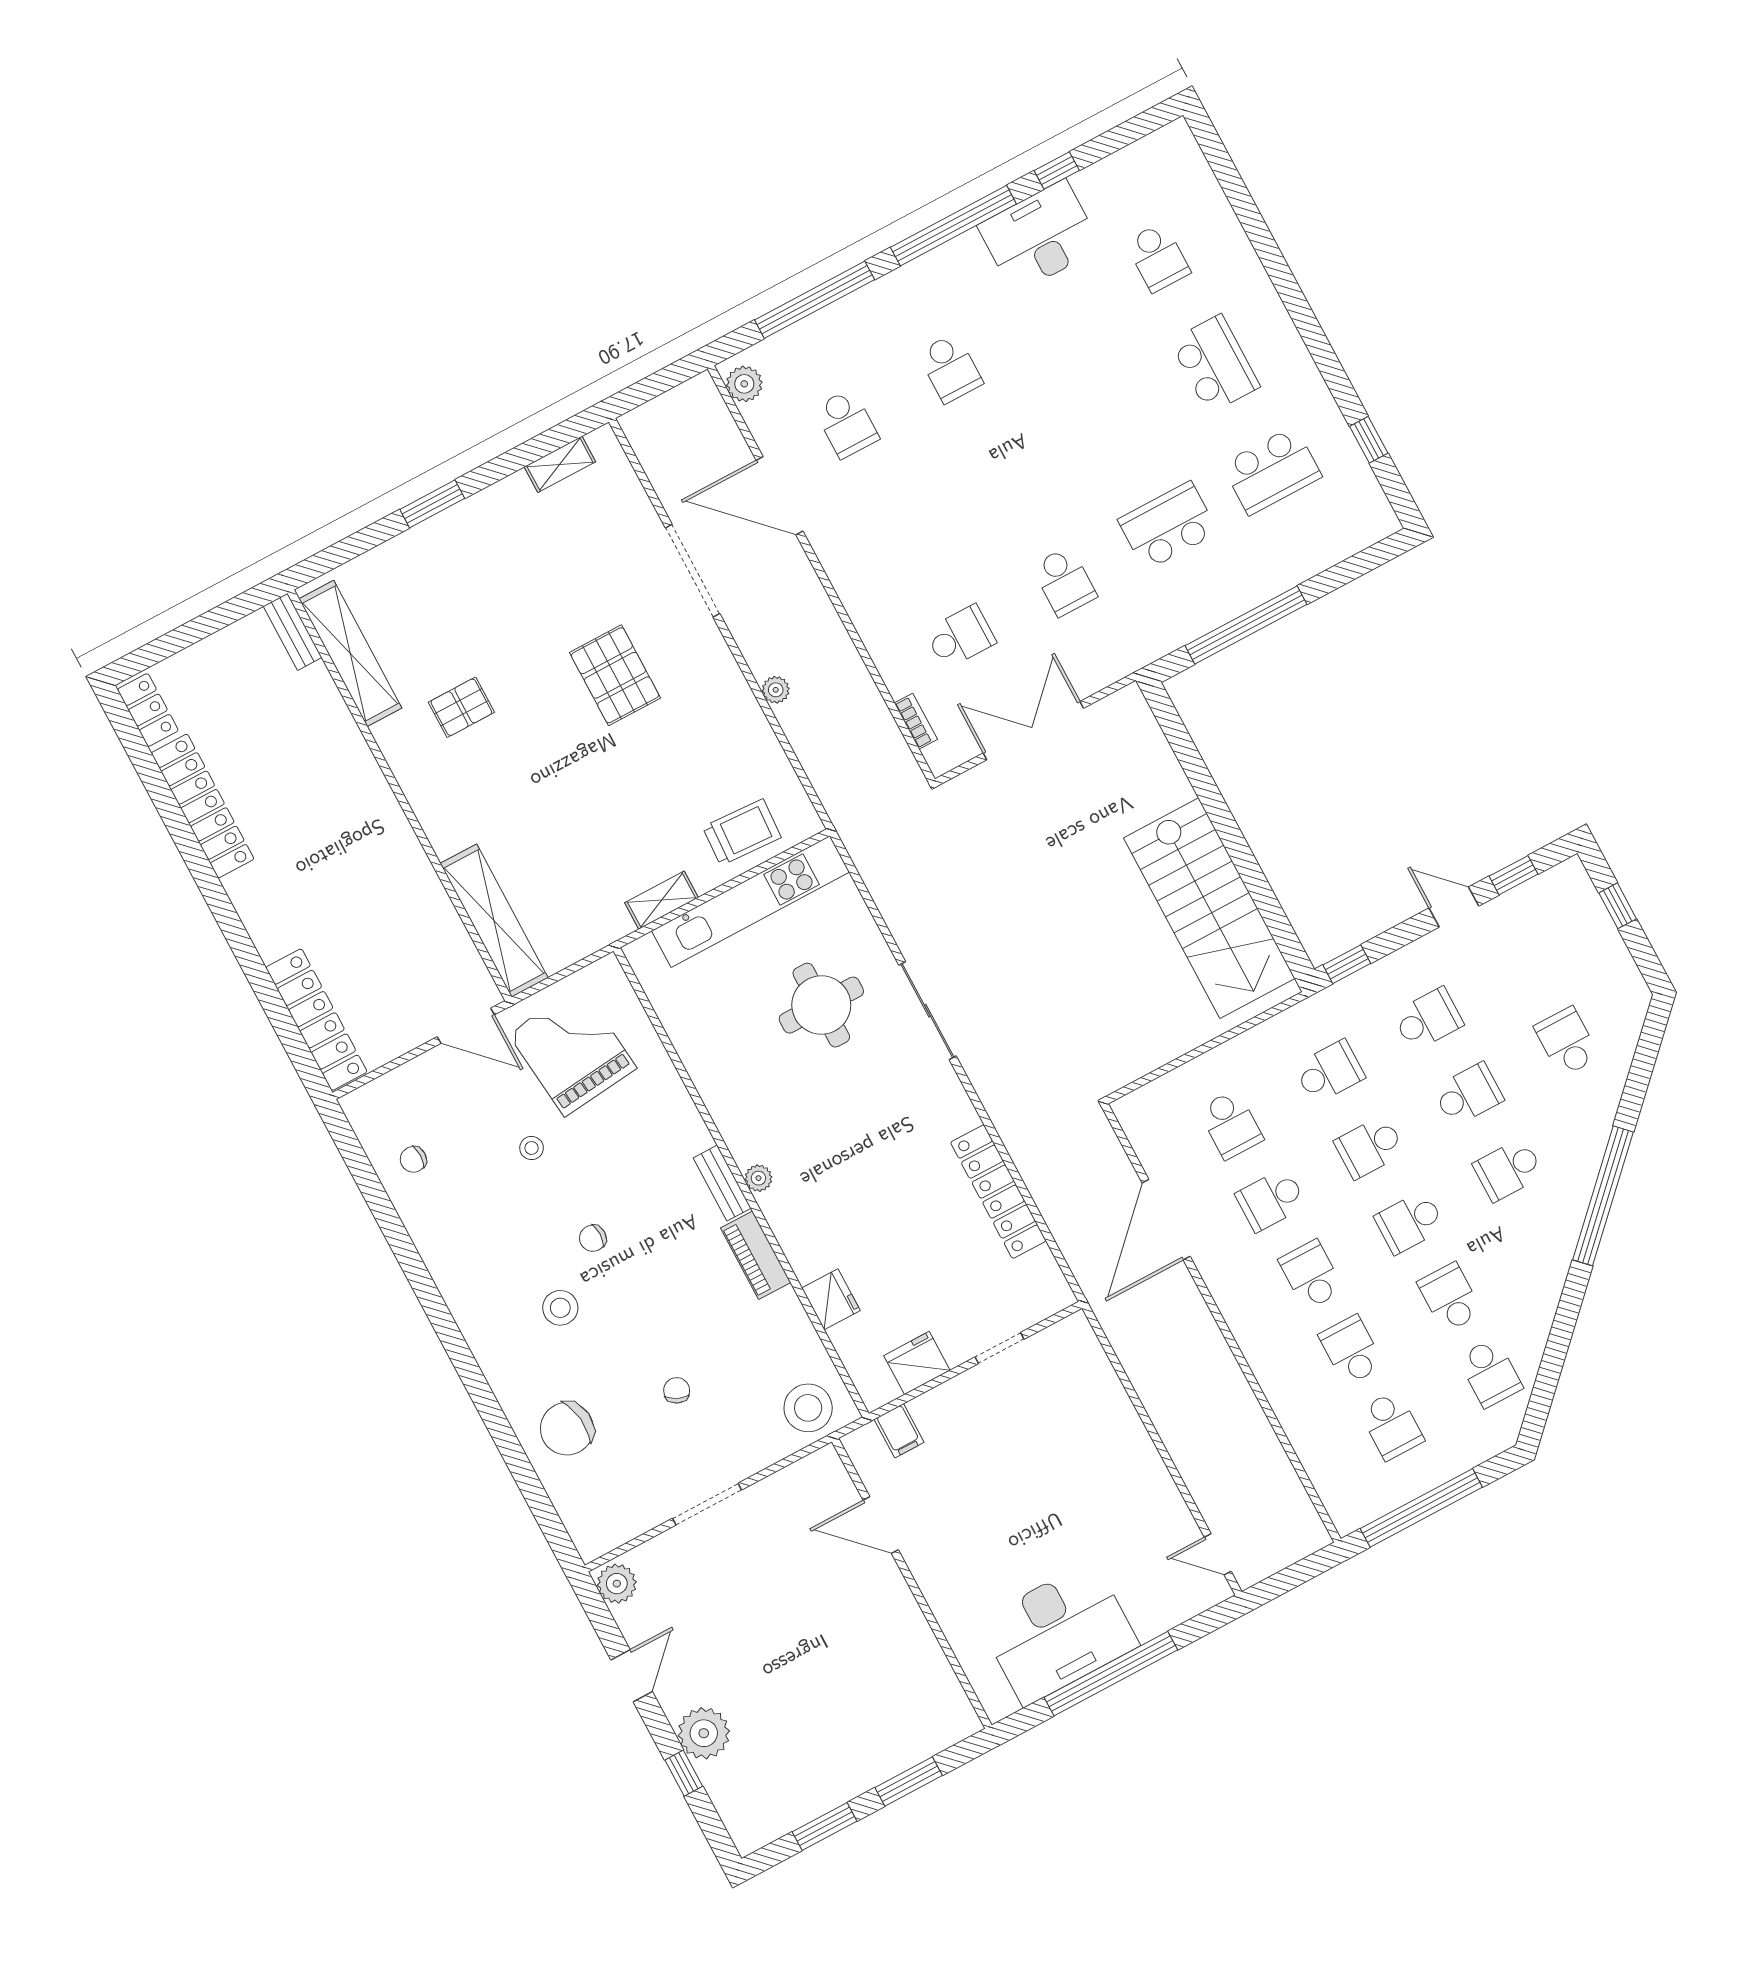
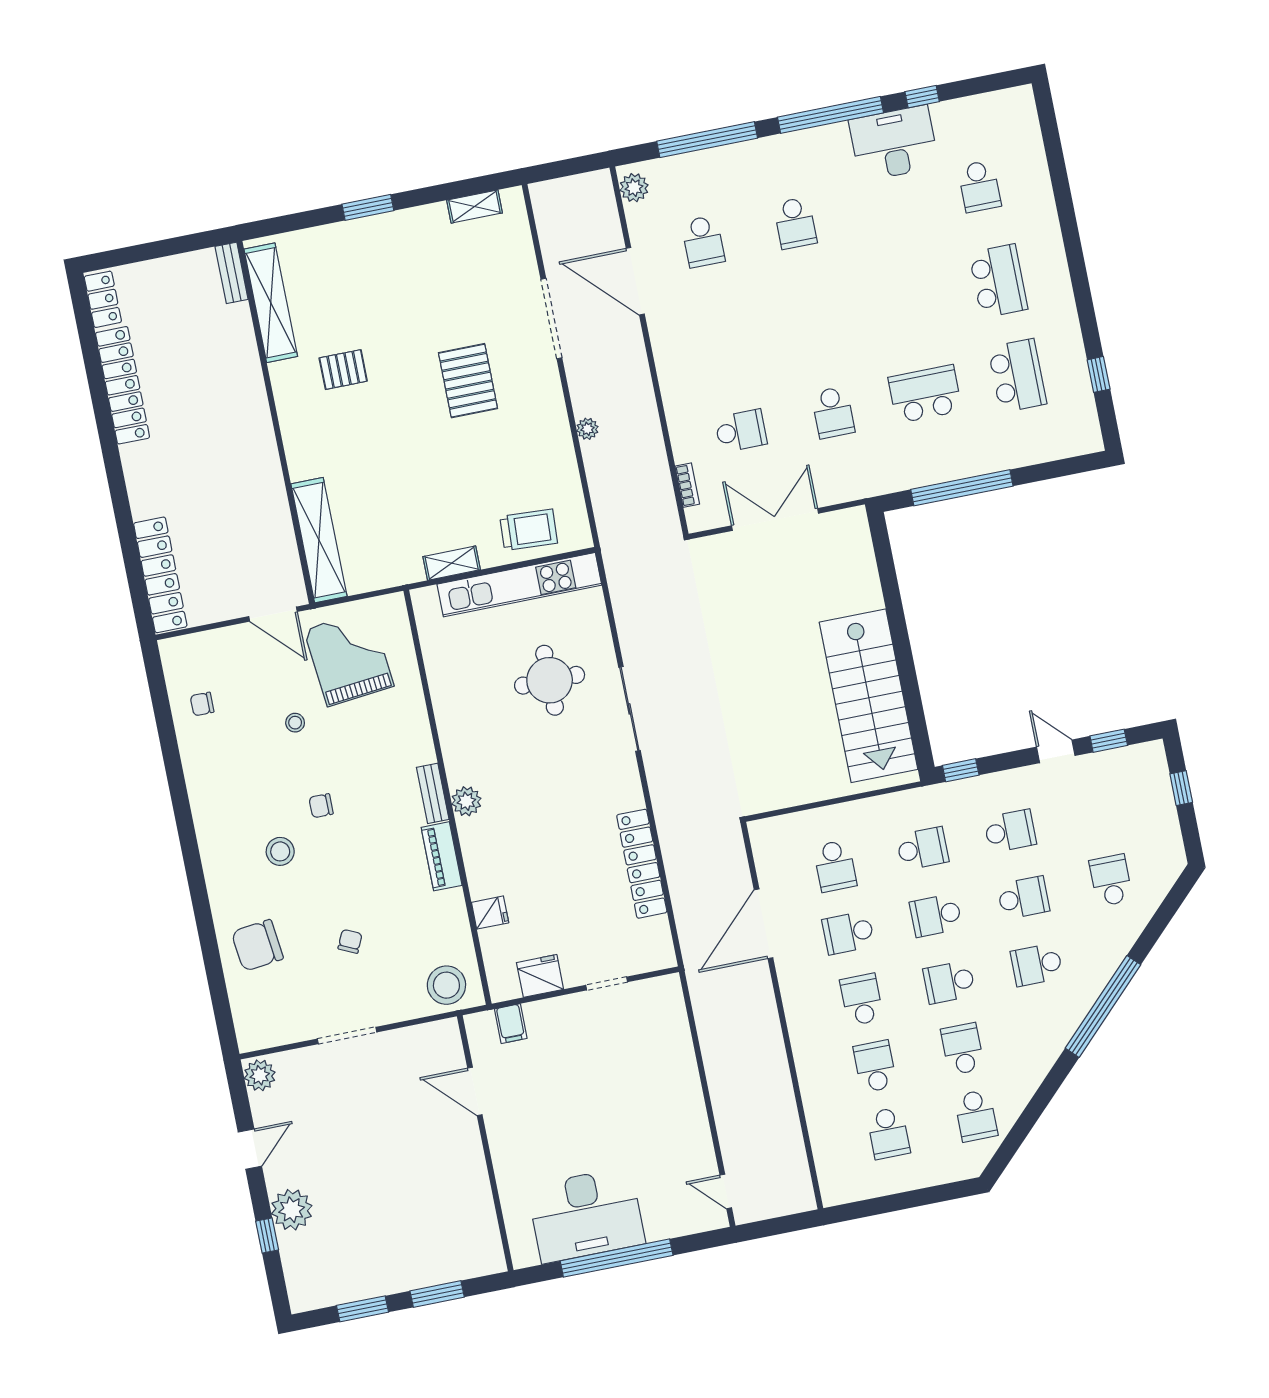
school desk: (1272, 471) -> (1017, 376), turned -90
plant: (758, 1178) -> (466, 801), width x1.38, depth x1.38
fridge: (831, 1299) -> (490, 913), width x0.72
window: (1421, 1508) -> (892, 1203), removed

